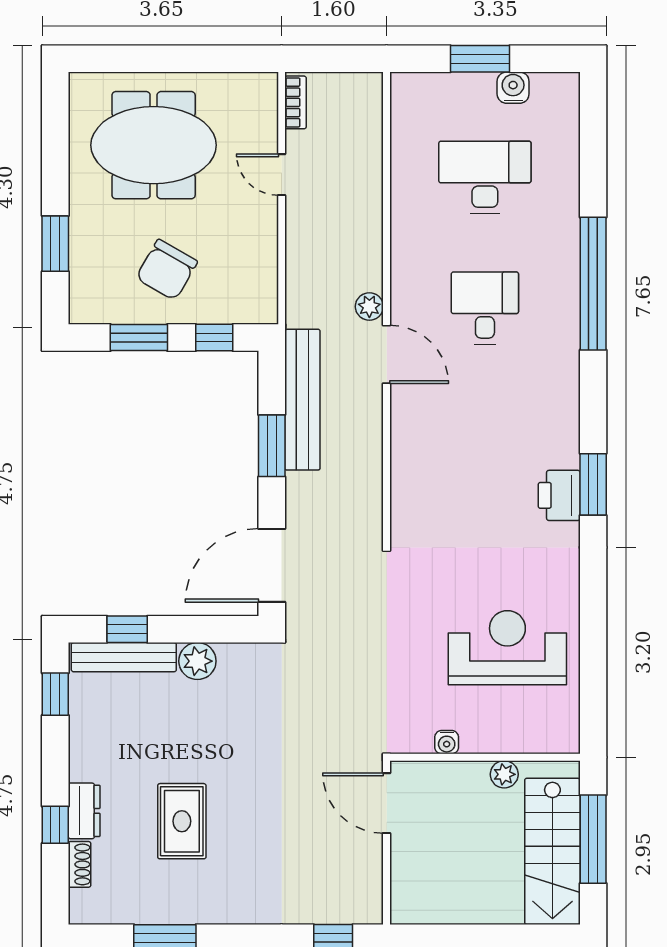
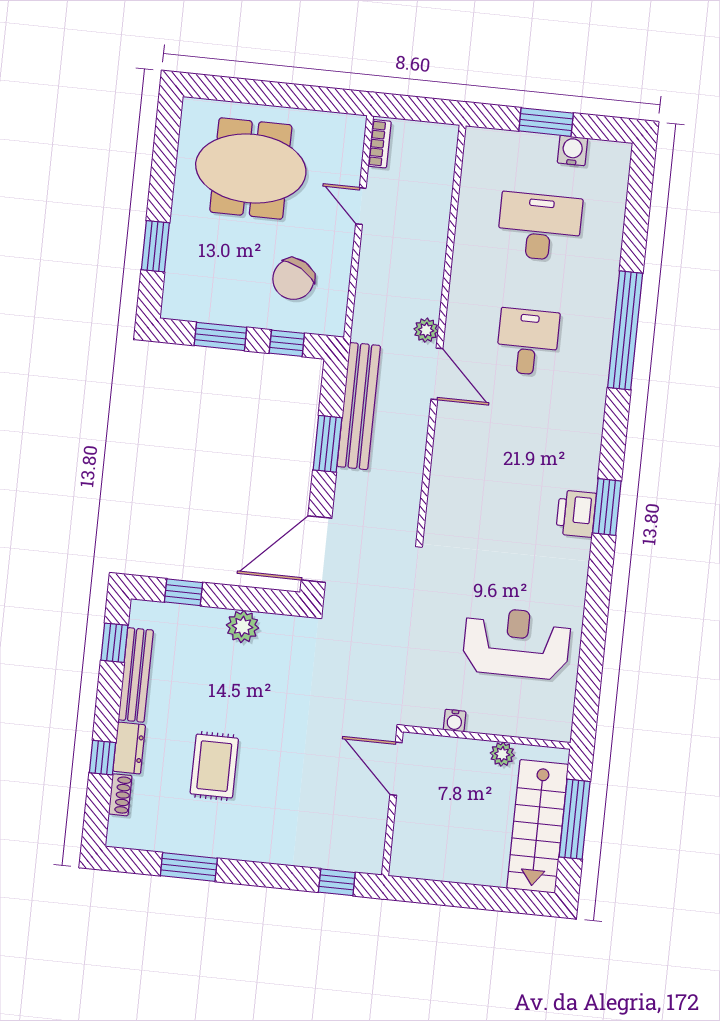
chair: (167, 270) -> (293, 279), moved
bench: (124, 657) -> (136, 675), moved, turned 90

